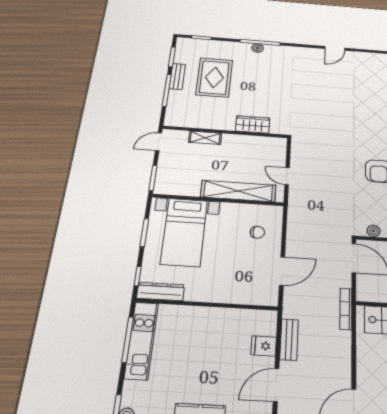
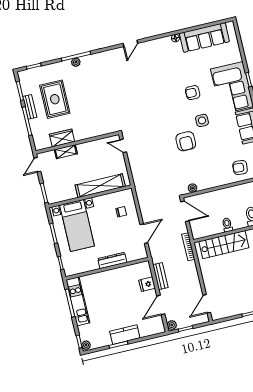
wardrobe: (253, 125) -> (62, 138), moved
door: (287, 176) -> (123, 146), moved
dresser: (161, 291) -> (112, 260), moved

